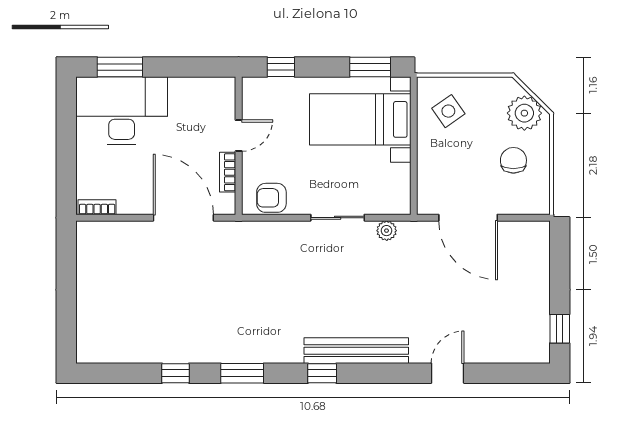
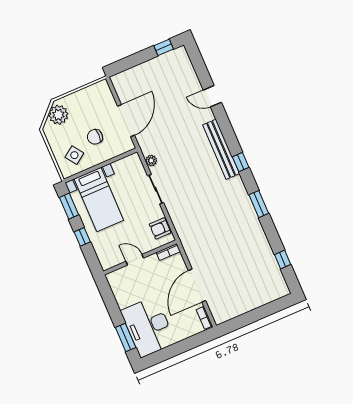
window: (281, 67) -> (82, 237), moved
chair: (513, 160) -> (95, 137), moved
bookcase: (228, 172) -> (168, 252), moved
armchair: (271, 198) -> (160, 228), turned 90
door: (183, 218) -> (197, 286), moved
window: (176, 373) -> (283, 260), moved

